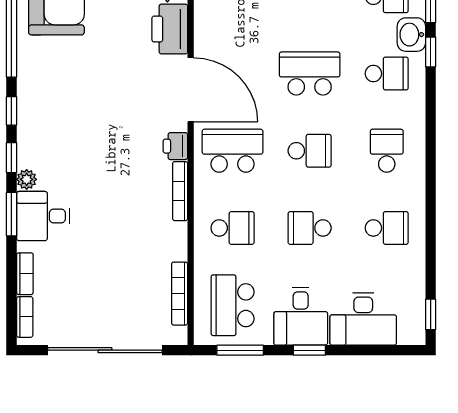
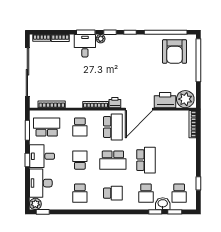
school desk: (310, 151) -> (113, 160), width x1.85
plant: (412, 332) -> (35, 204), added

